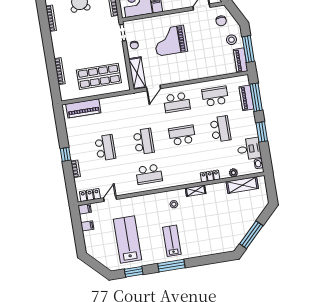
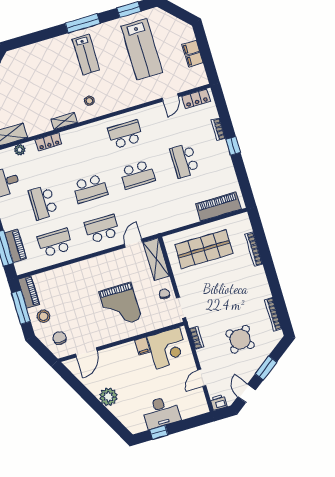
grand piano: (170, 41) -> (120, 305), turned 90
school desk: (215, 96) -> (55, 243), turned 180
school desk: (144, 141) -> (137, 175), turned -90
filing cabinet: (85, 209) -> (191, 48), moved

